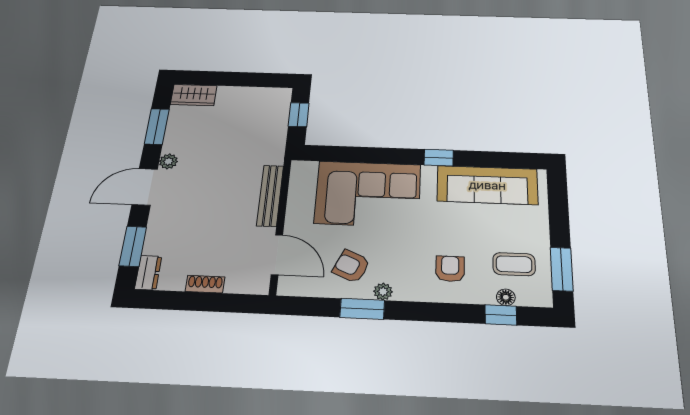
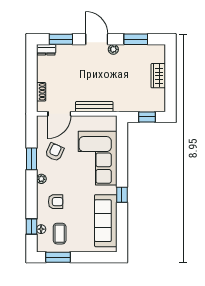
wardrobe: (194, 95) -> (158, 76), moved
shoe rack: (205, 284) -> (41, 92), moved
plant: (383, 292) -> (41, 179), moved

